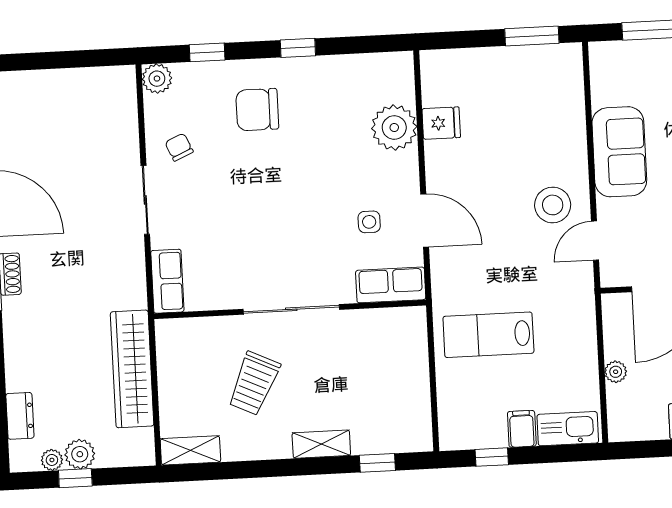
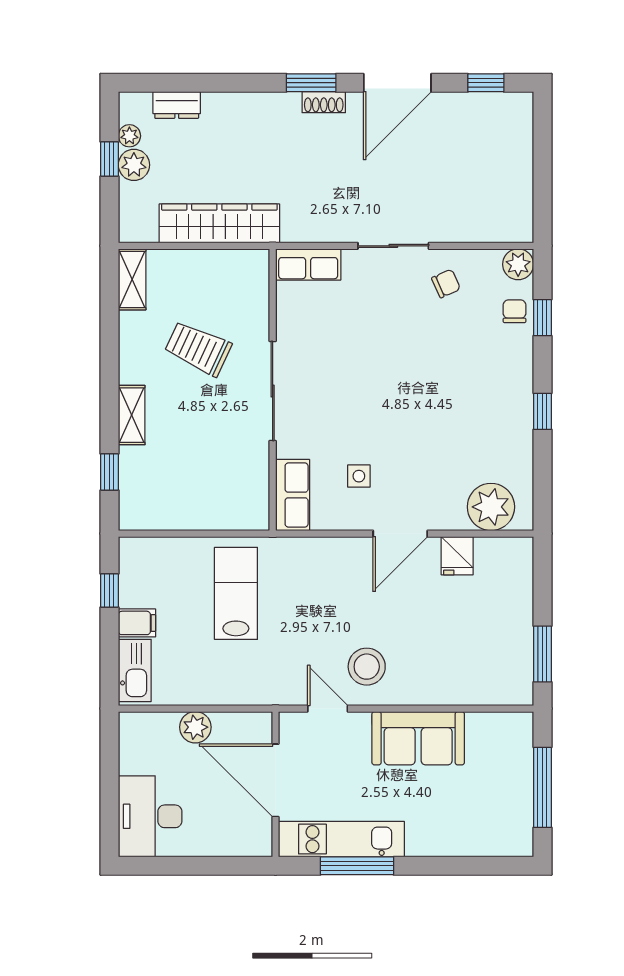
chair: (257, 110) -> (515, 311), moved, width x0.54, depth x0.54
plant: (394, 128) -> (491, 507), moved
door: (425, 220) -> (400, 534), moved
plant: (616, 372) -> (195, 727), width x1.38, depth x1.38

